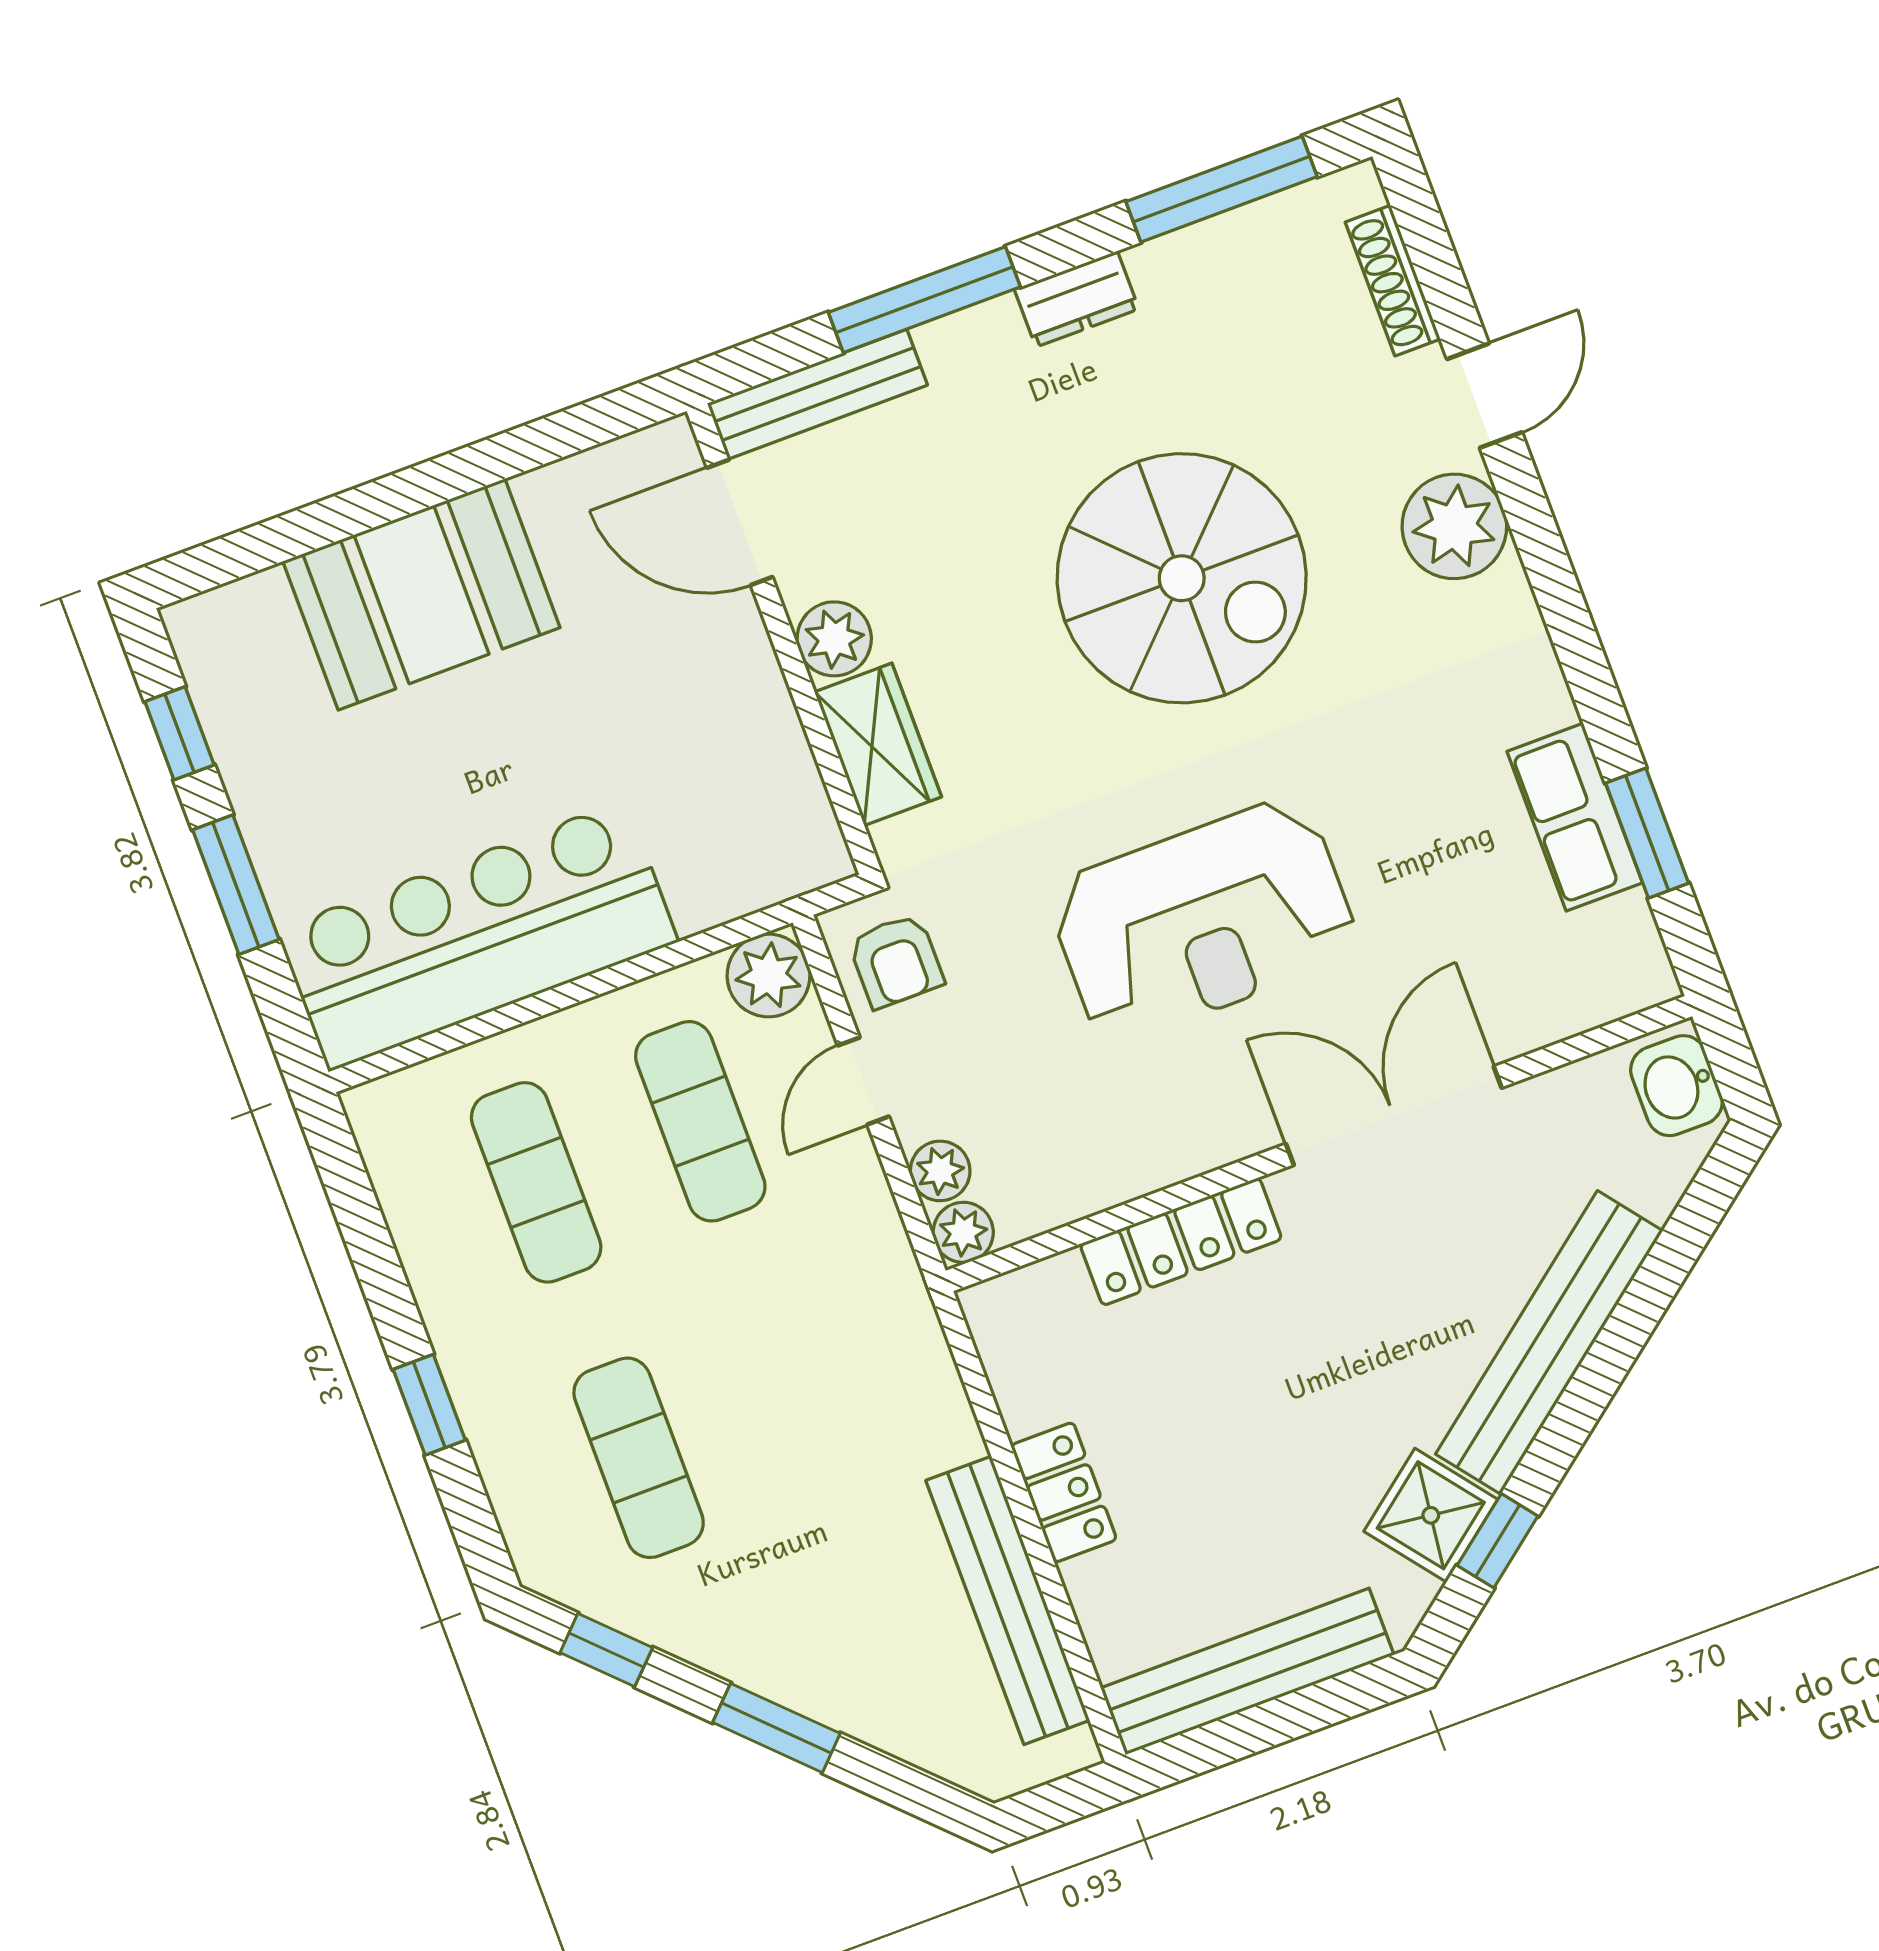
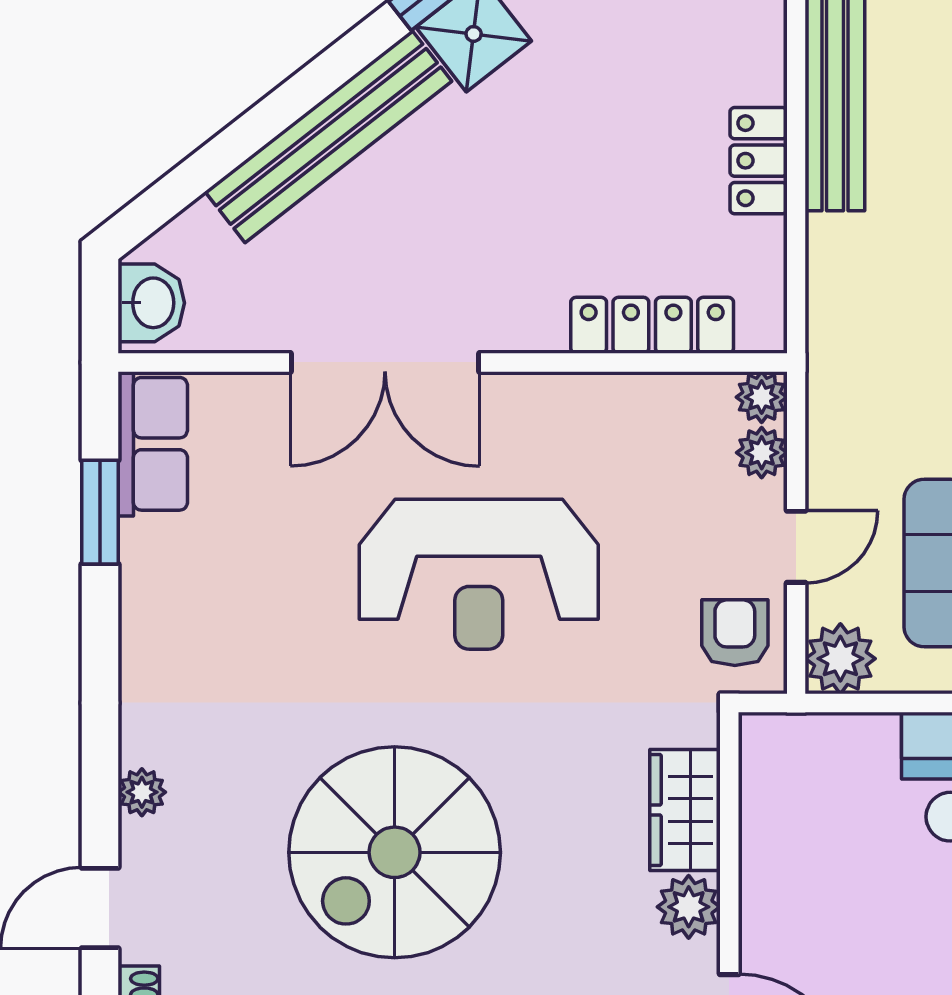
plant: (1454, 526) -> (142, 792), width x0.53, depth x0.53
spiral stairs: (1182, 578) -> (395, 852), turned -90
row of seats: (1575, 817) -> (153, 444), moved
reception desk: (1203, 920) -> (479, 574), turned 180
locker: (1181, 1242) -> (652, 325), moved

